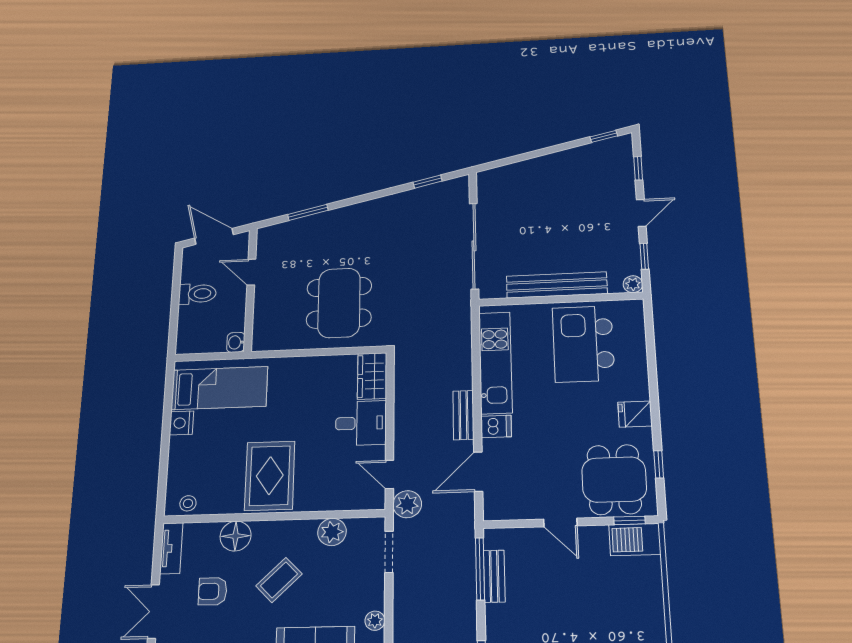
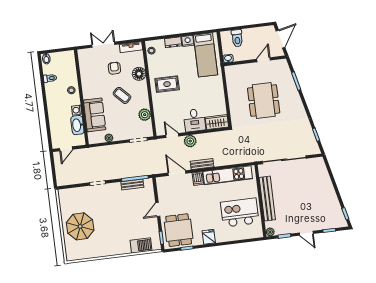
toilet: (197, 294) -> (237, 38), moved
dining table: (339, 303) -> (264, 101), moved, turned 90
dresser: (178, 454) -> (173, 42), added
door: (389, 474) -> (172, 136), hinge flipped
rug: (270, 476) -> (167, 84), width x0.73, depth x0.70
dining table: (614, 480) -> (179, 230), turned 90
plant: (407, 504) -> (190, 141), moved
barbecue: (635, 540) -> (141, 246), moved, turned 90

